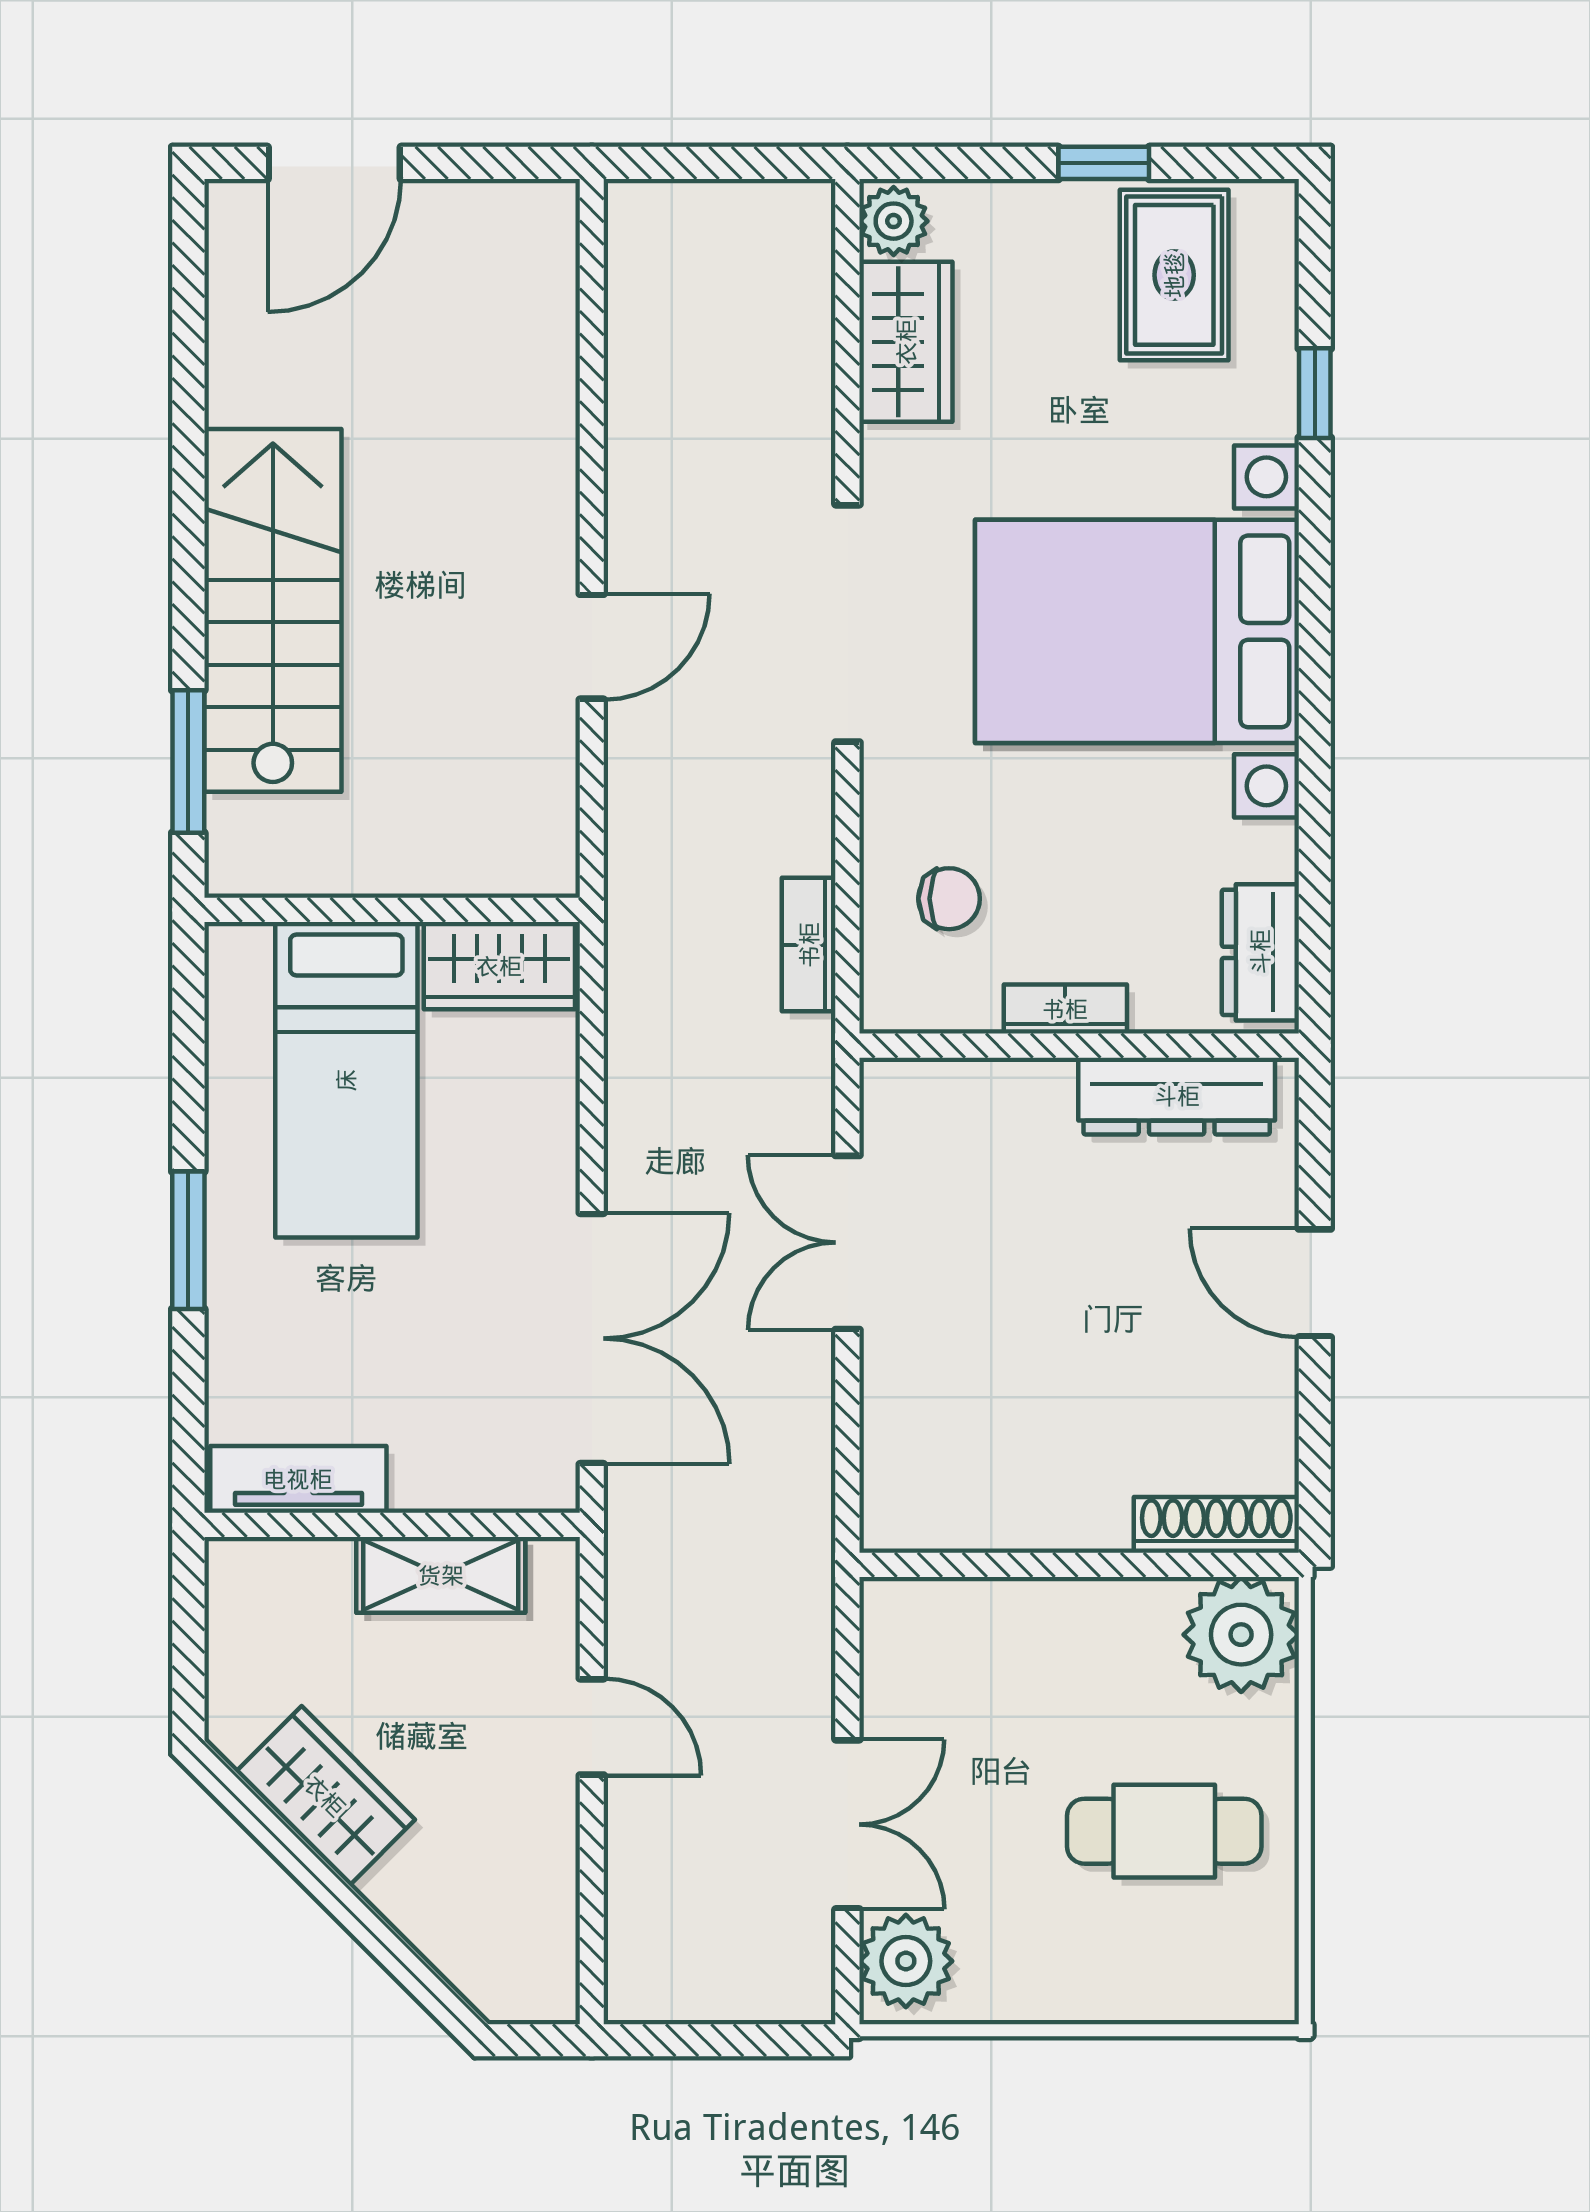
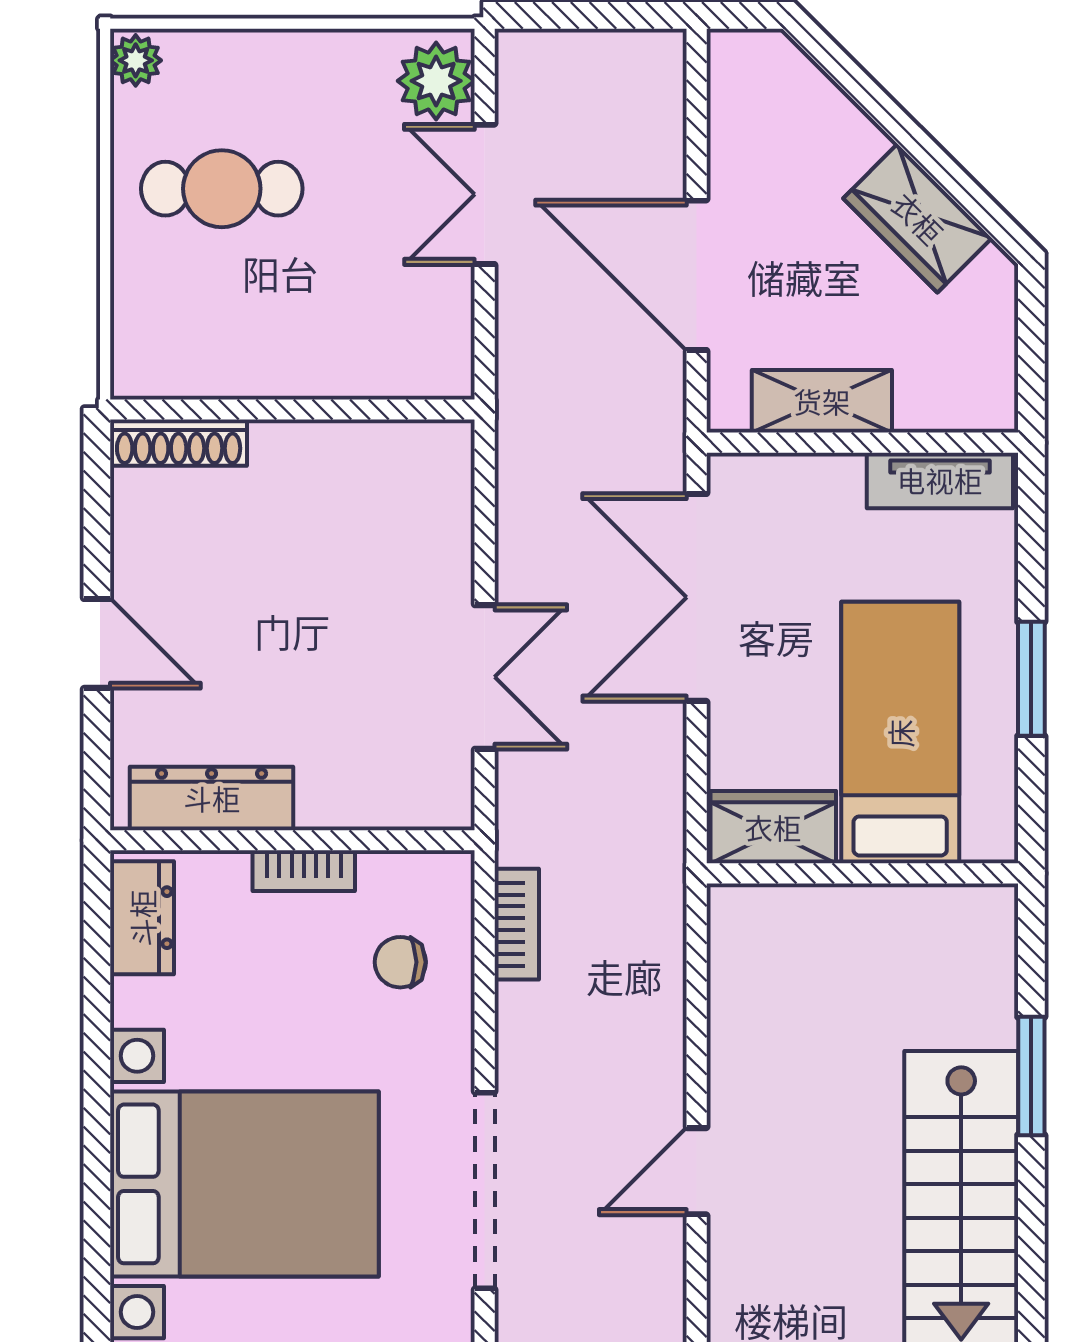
wall: (392, 910) -> (862, 873), moved
wardrobe: (499, 966) -> (773, 827), moved
bed: (346, 1080) -> (900, 733), moved
plant: (1241, 1635) -> (136, 60), moved, width x0.53, depth x0.53
door: (592, 1727) -> (697, 275), width x1.87

